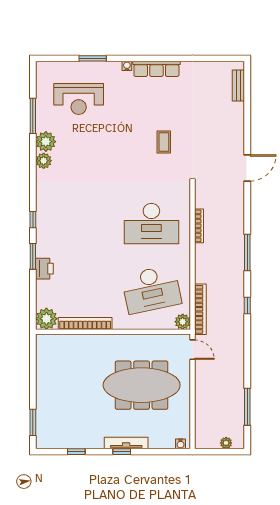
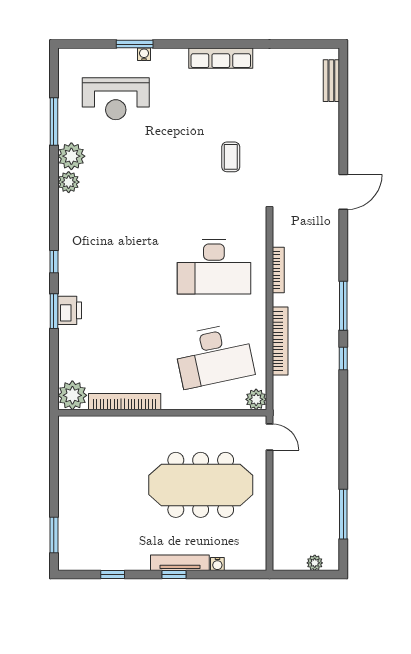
water cooler: (127, 66) -> (144, 54), moved
printer: (44, 269) -> (70, 310), moved
window: (247, 306) -> (343, 359), moved
bookcase: (200, 309) -> (280, 341), moved
water cooler: (181, 444) -> (217, 564), moved

